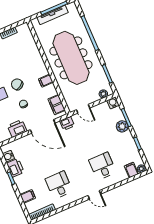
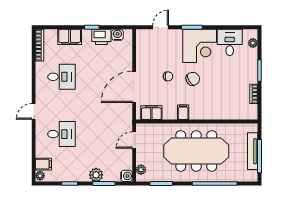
printer: (67, 123) -> (126, 115), removed
printer: (17, 128) -> (144, 58), removed
filing cabinet: (28, 196) -> (70, 37), width x2.00

